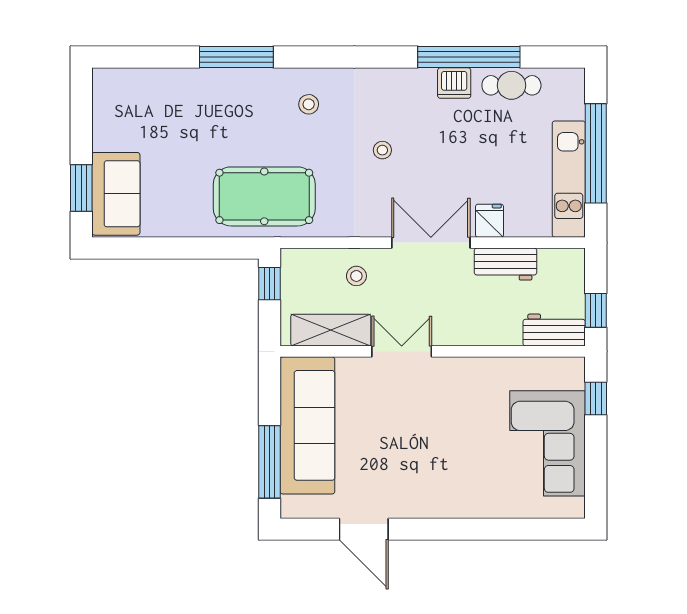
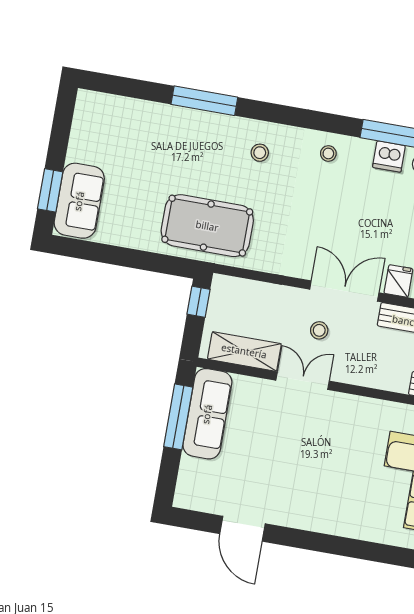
stool: (382, 150) -> (328, 153), moved
stool: (356, 276) -> (319, 330), moved
sofa: (307, 425) -> (207, 414), width x0.74, depth x0.79
window: (270, 462) -> (178, 417), moved

